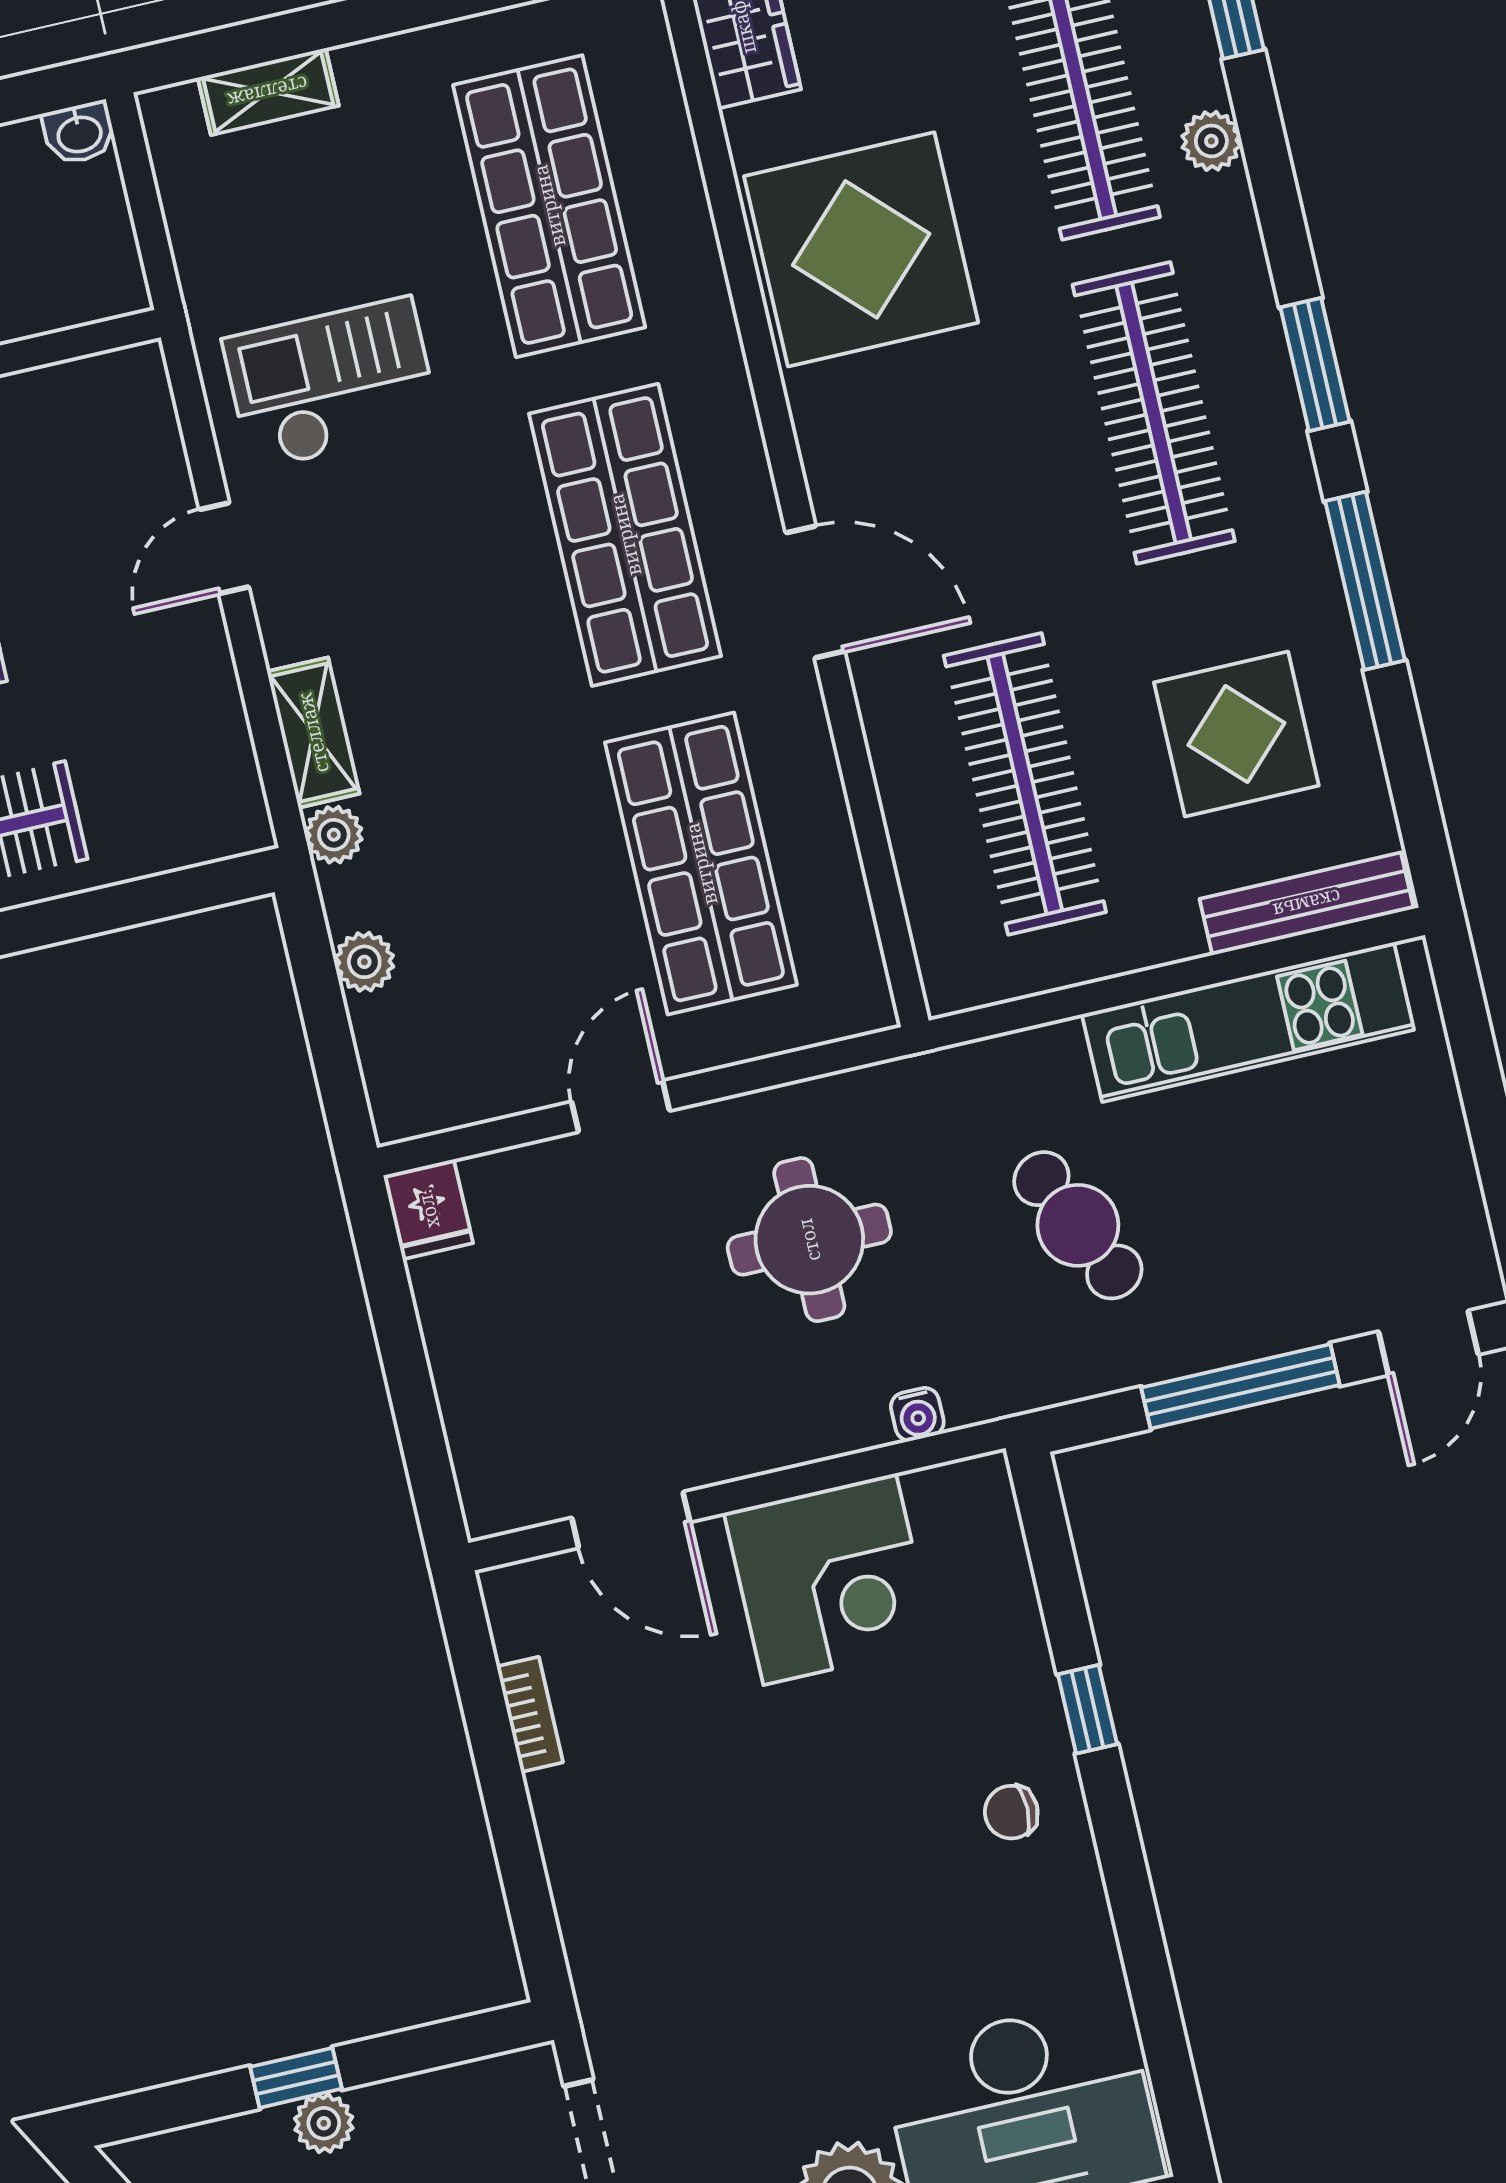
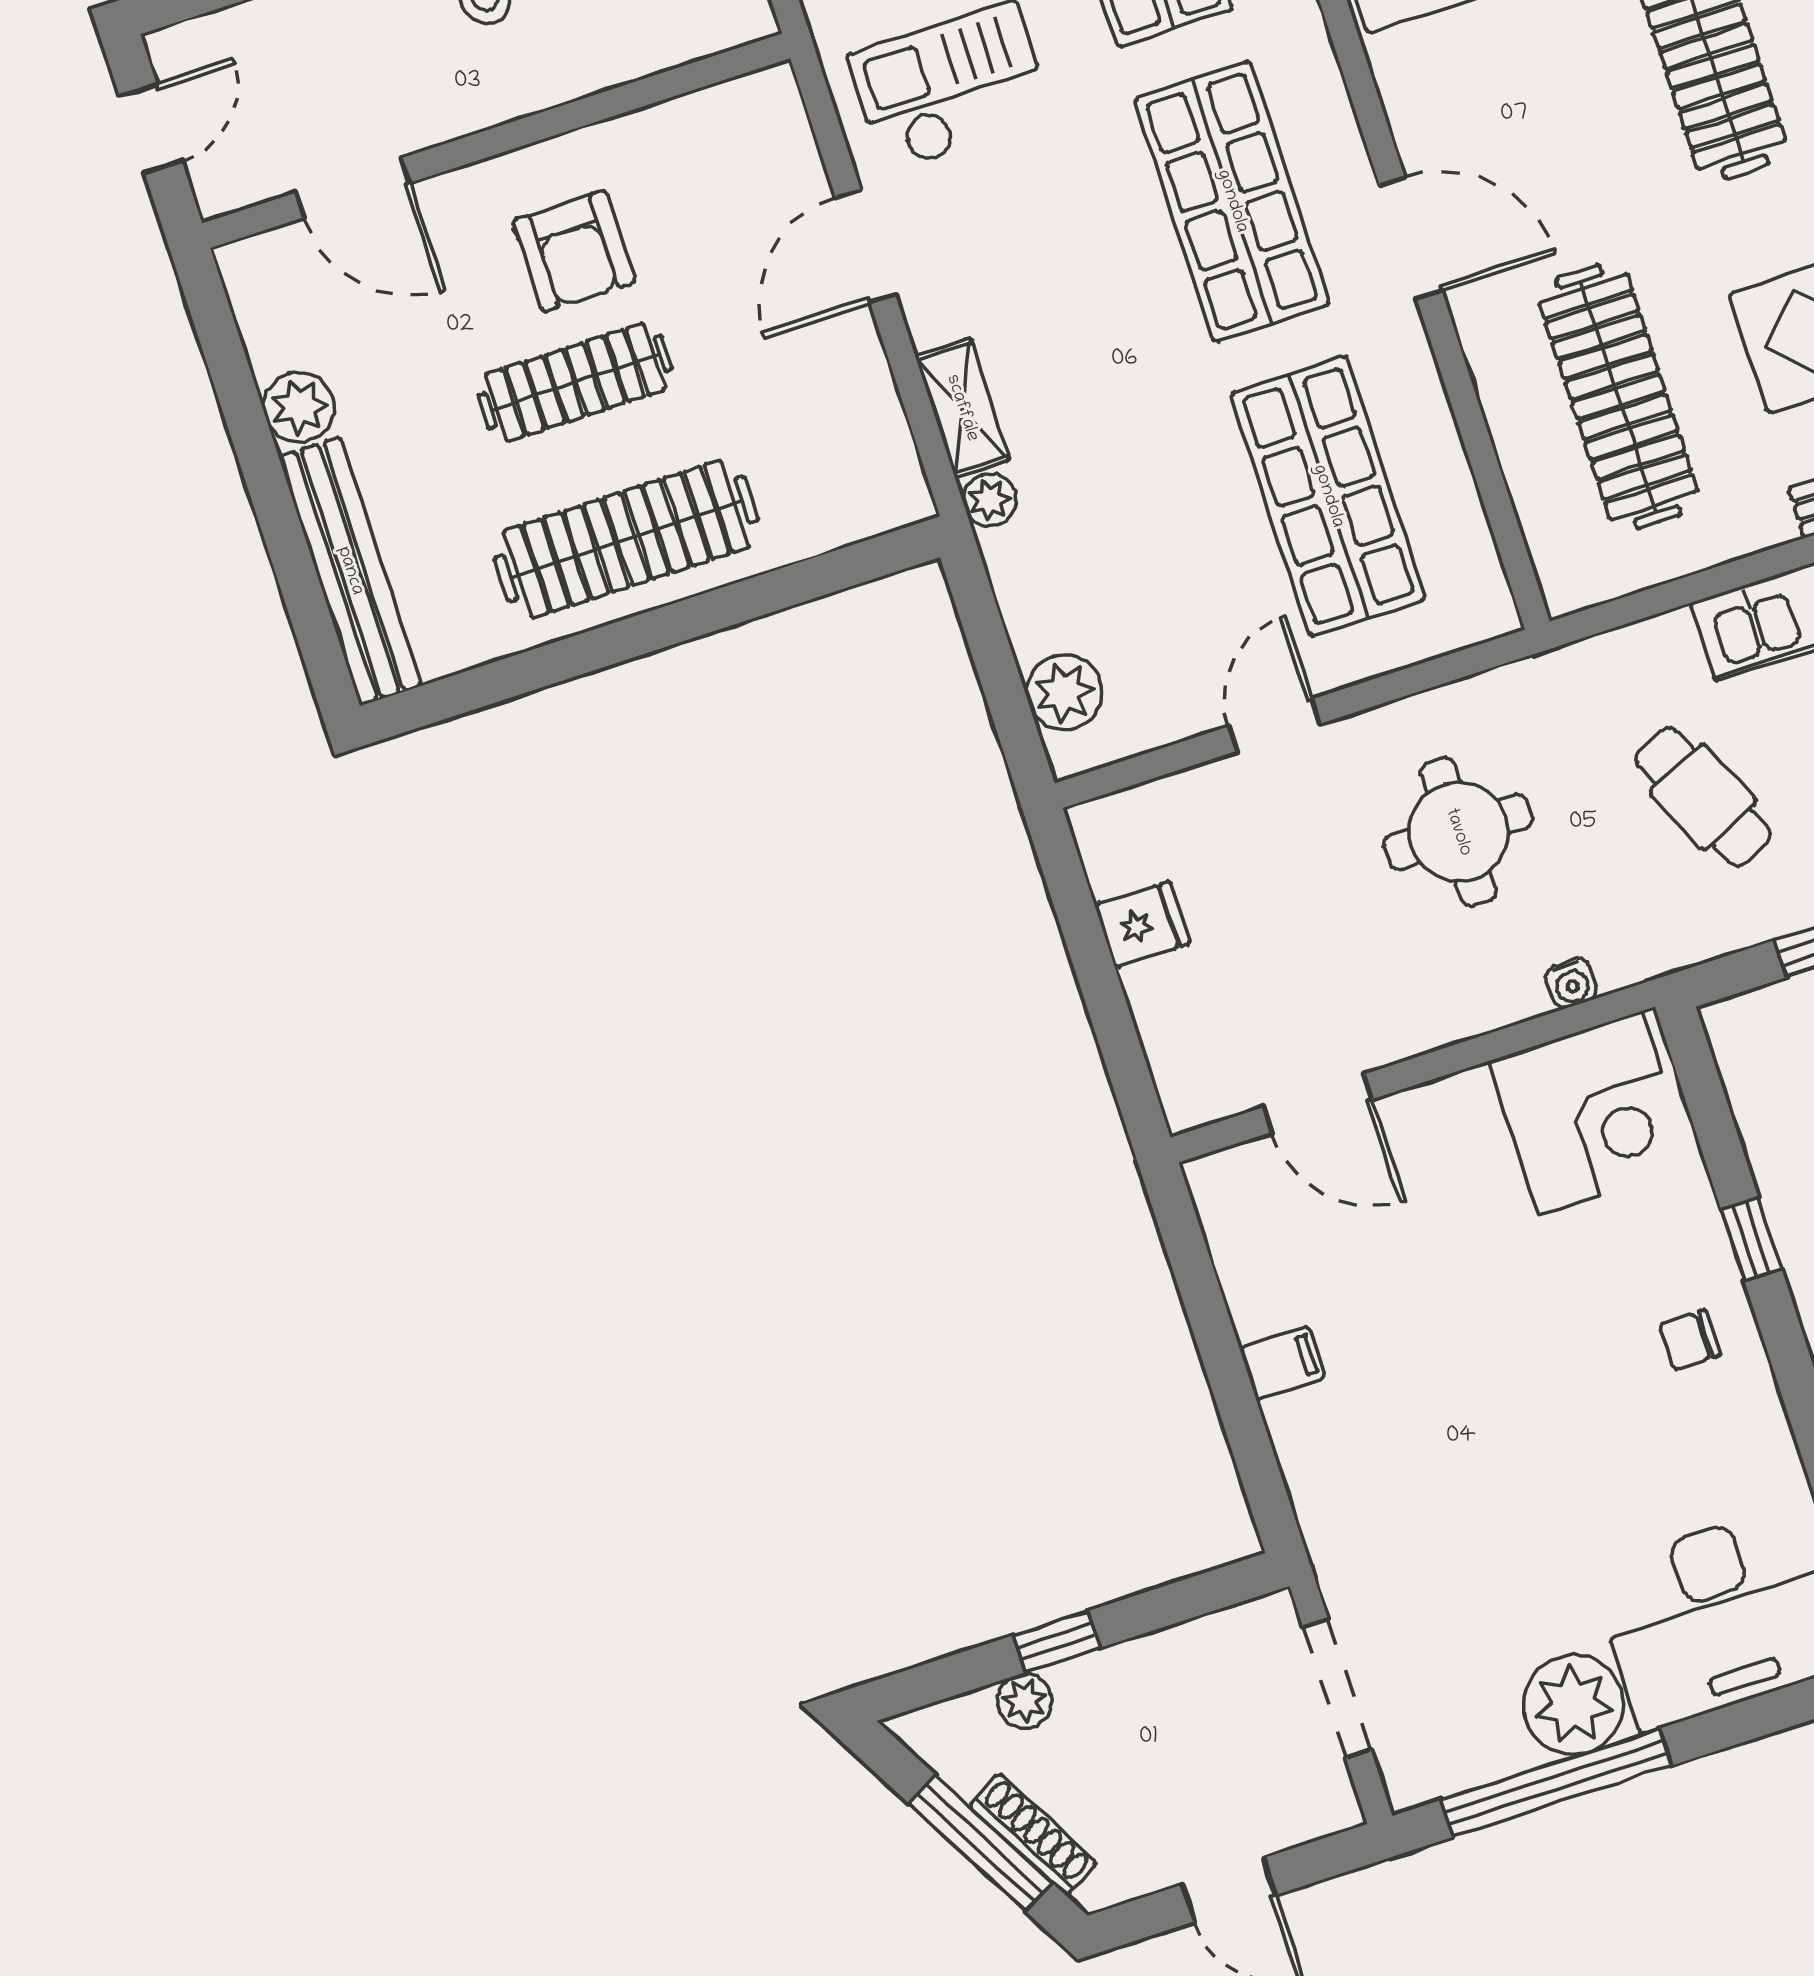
door: (224, 548) -> (866, 246), width x1.38
plant: (364, 962) -> (1064, 692), moved, width x1.38, depth x1.38
fridge: (428, 1209) -> (1142, 924), moved, turned -90
corner desk: (830, 1579) -> (1591, 1113), moved
bookcase: (530, 1714) -> (1241, 1290), removed
filing cabinet: (568, 1798) -> (1282, 1363), added
plant: (324, 2123) -> (1025, 1701), moved

